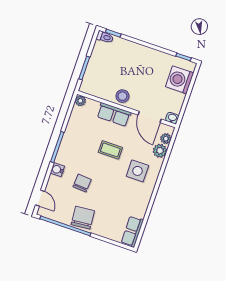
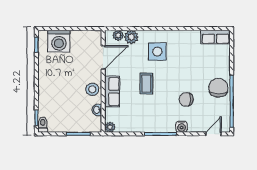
washbasin: (172, 118) -> (97, 110), moved
chair: (83, 218) -> (218, 88), turned 95

